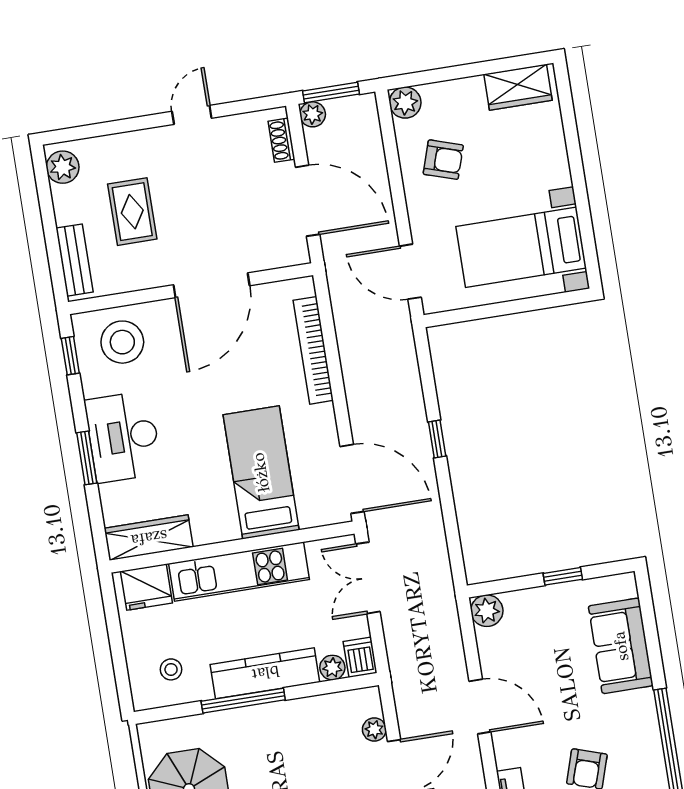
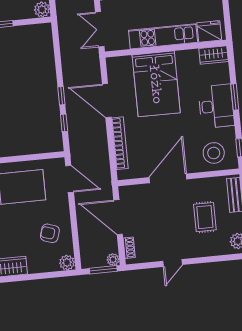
window: (428, 384) -> (64, 123), added
bed: (261, 472) -> (156, 84), width x1.50
door: (352, 479) -> (107, 101), moved
wardrobe: (149, 538) -> (214, 55), width x0.67
double door: (368, 578) -> (100, 29), swing flipped

